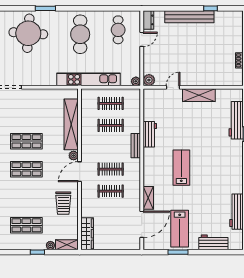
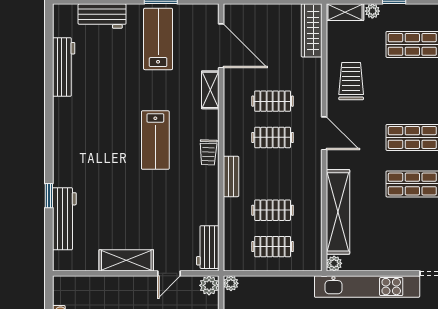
kitchen unit: (89, 79) -> (367, 287), moved
workbench: (150, 134) -> (208, 247), moved
plant: (74, 156) -> (334, 263), moved
trolley: (149, 160) -> (208, 152), added
door: (80, 172) -> (324, 133), hinge flipped
door: (142, 224) -> (221, 46), swing flipped

